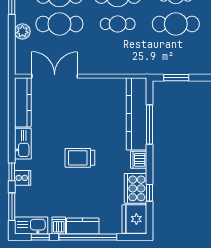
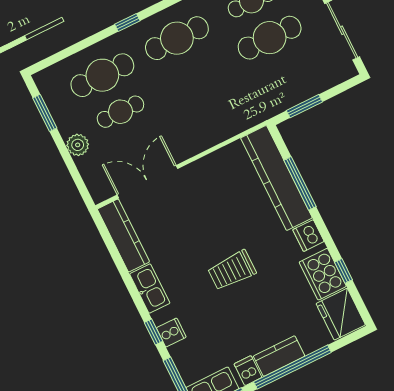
cafe table: (59, 24) -> (120, 112), width x0.73, depth x0.74
cafe table: (118, 24) -> (195, 75), removed

